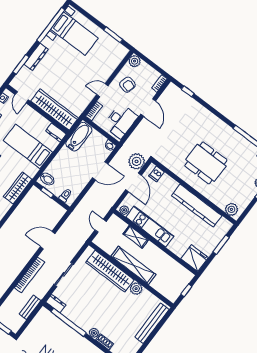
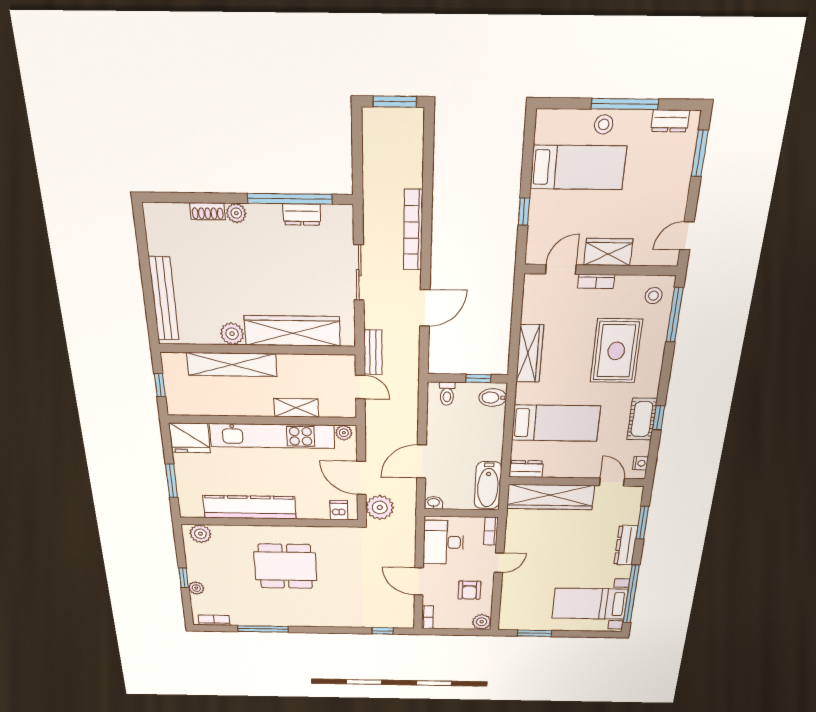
armchair: (127, 85) -> (469, 590), turned -104
kitchen unit: (150, 227) -> (272, 436), width x1.36
shelving: (133, 265) -> (232, 365), moved
dresser: (56, 304) -> (302, 215), moved
bench: (30, 307) -> (373, 352), moved

